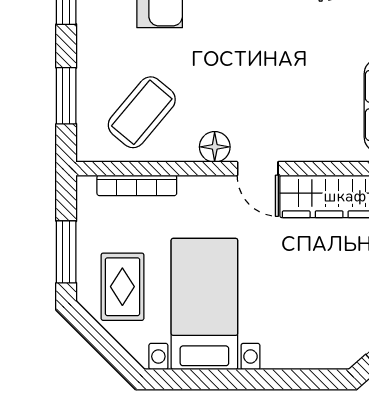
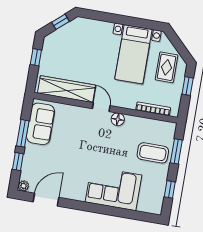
coffee table: (142, 112) -> (153, 153), moved, turned 50
window: (66, 252) -> (188, 86), width x0.67

